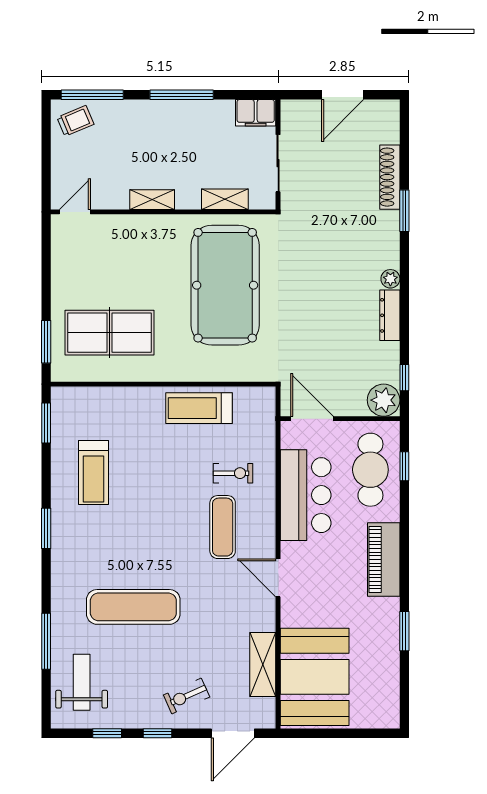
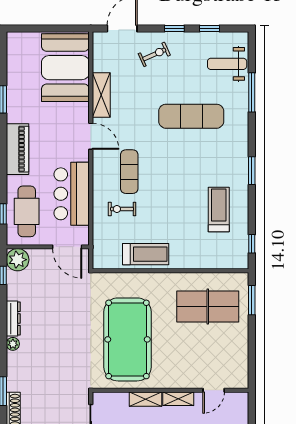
shelving: (225, 199) -> (145, 399), moved
door: (75, 212) -> (214, 390), moved
window: (46, 423) -> (252, 244), width x0.67
shelving: (263, 664) -> (101, 95), moved
weight bench: (82, 682) -> (227, 64), turned 90

